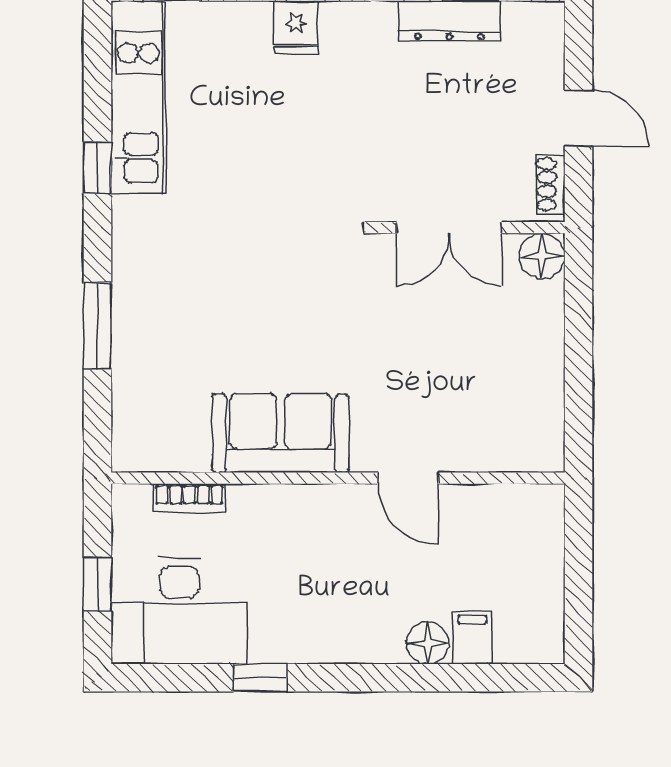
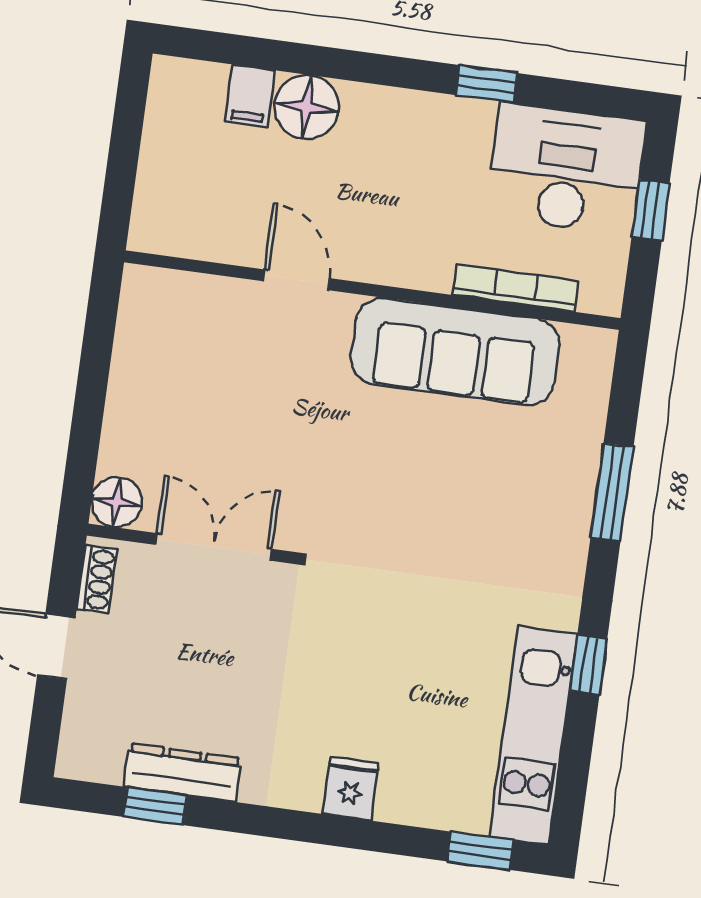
sofa: (281, 433) -> (455, 352), width x1.36
bookcase: (189, 498) -> (516, 288), width x1.56
floor lamp: (428, 643) -> (307, 107), width x1.38, depth x1.38

